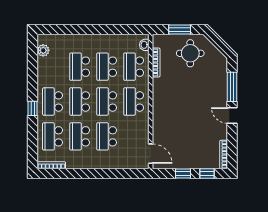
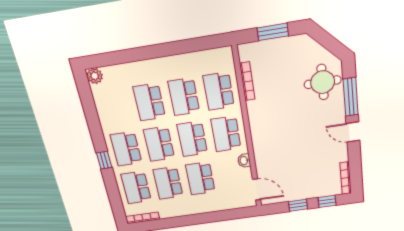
washbasin: (144, 45) -> (244, 161), moved
plant: (43, 50) -> (95, 76), moved
round table: (190, 53) -> (323, 82), moved

